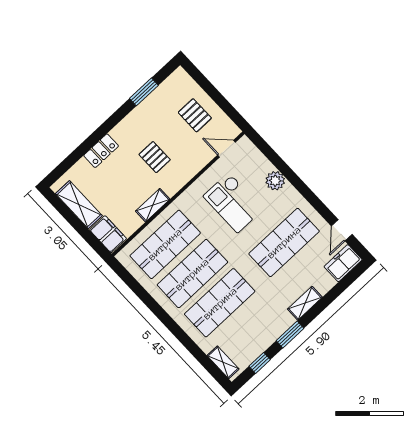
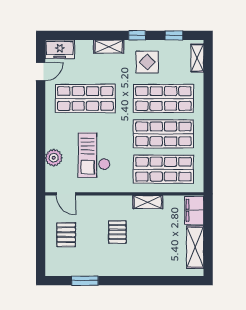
locker: (101, 151) -> (148, 269), removed
plant: (275, 181) -> (54, 158), moved
checkout: (233, 203) -> (94, 155), turned 180
display table: (261, 320) -> (147, 62), added
window: (290, 334) -> (137, 35), width x0.67

